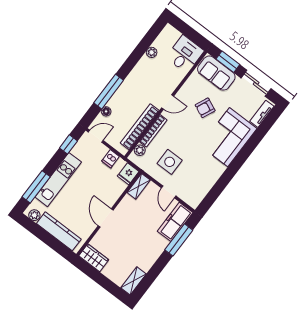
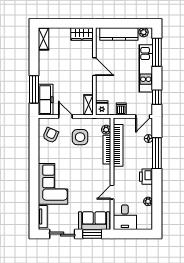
printer: (136, 77) -> (146, 177), added
door: (168, 102) -> (112, 192), moved
armchair: (205, 108) -> (51, 135), moved

